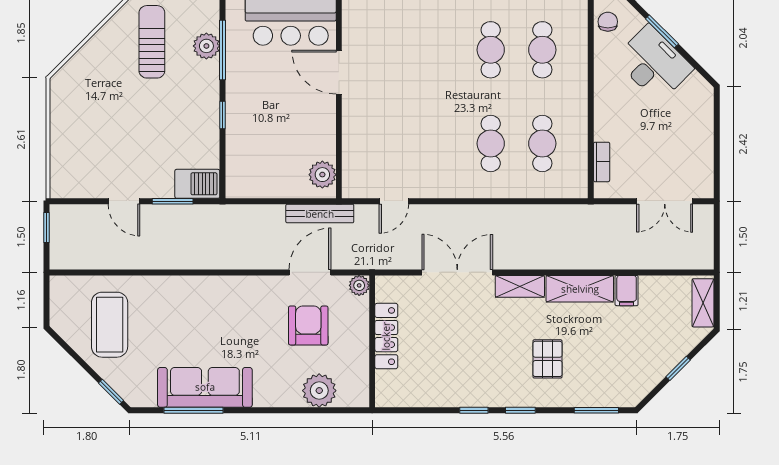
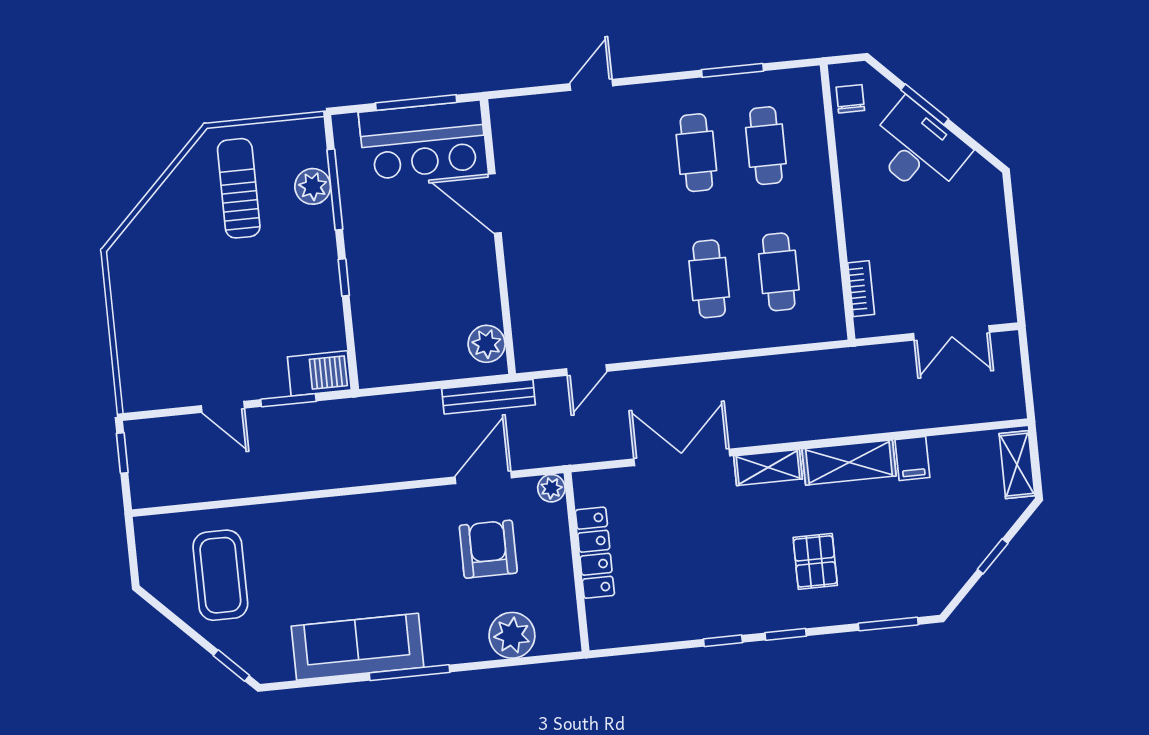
window: (194, 410) -> (409, 673), moved

